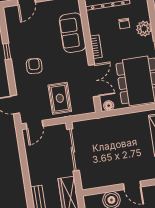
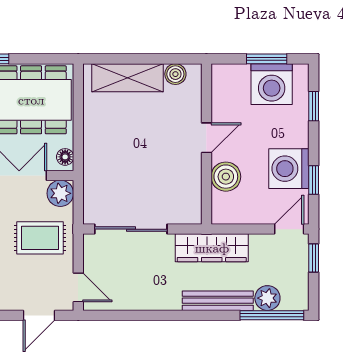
plant: (87, 106) -> (60, 193), added

